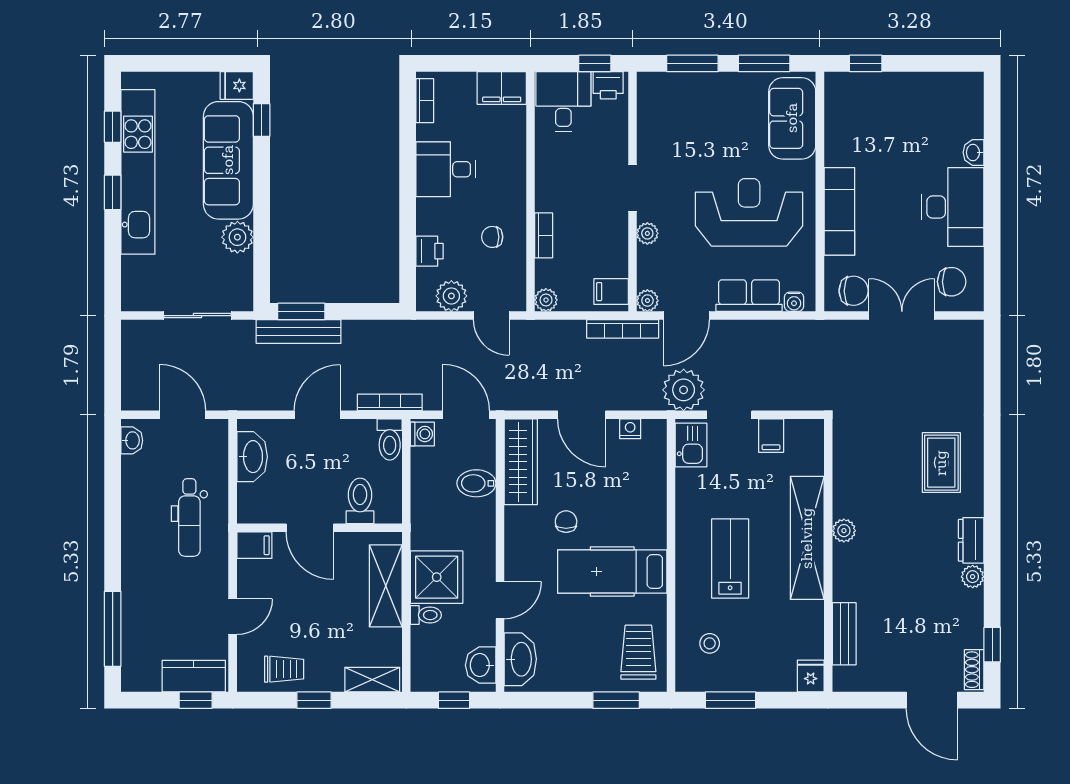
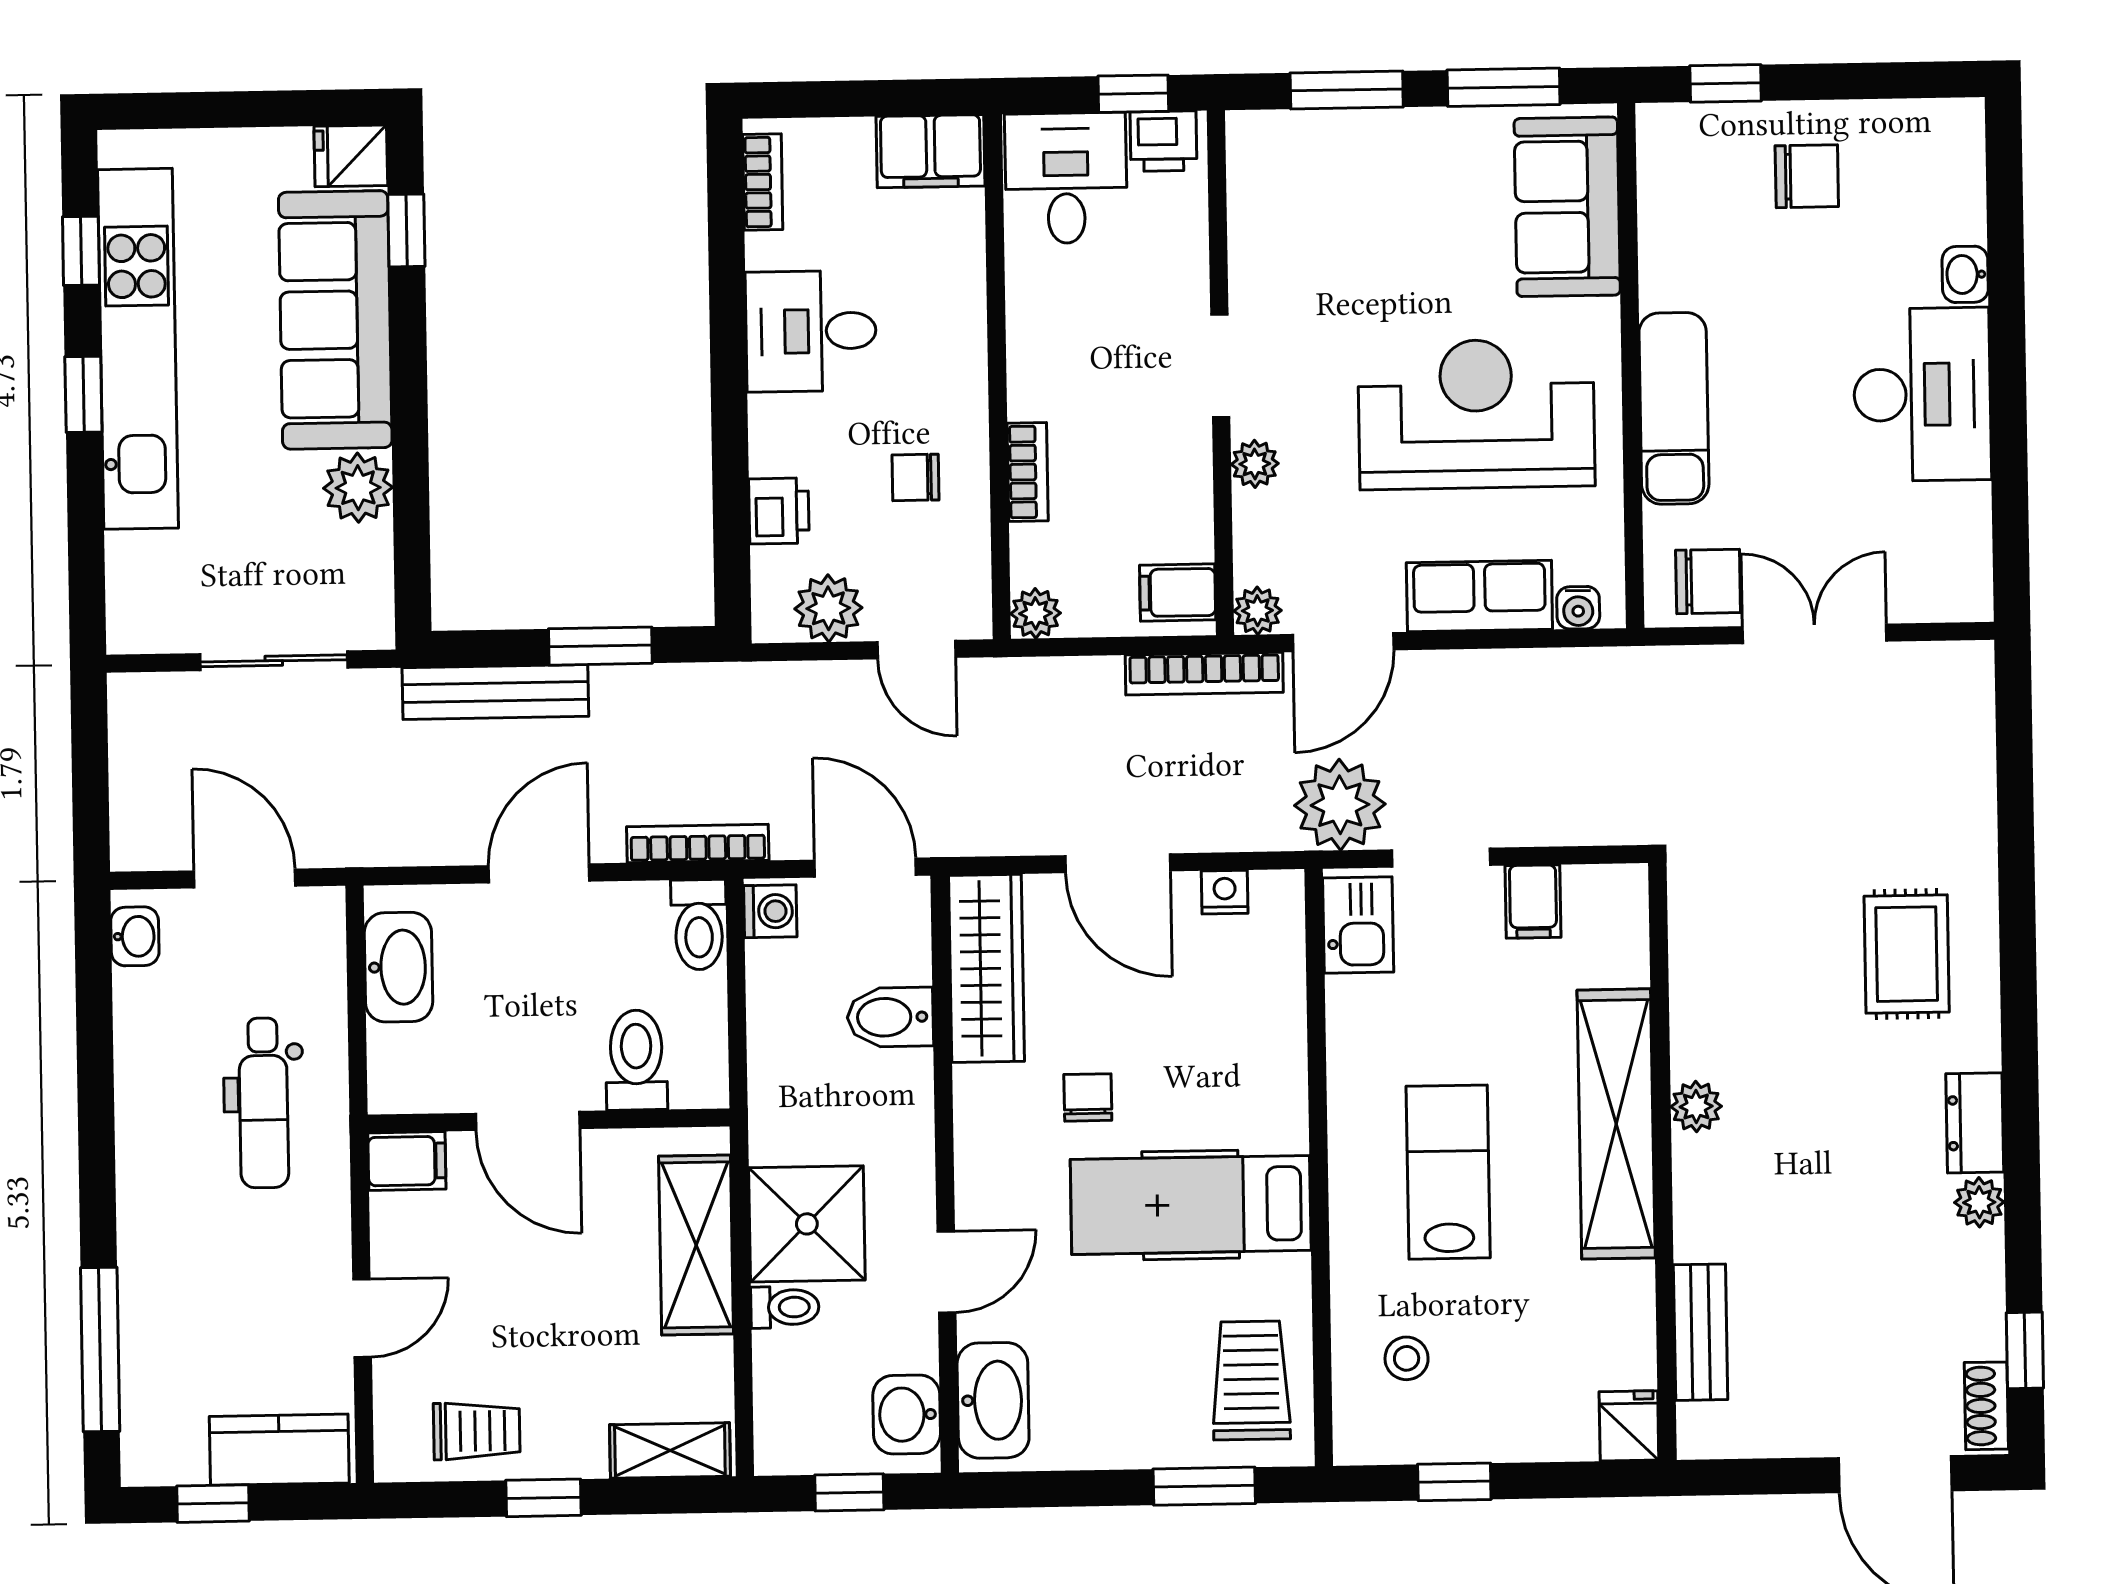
chair: (952, 282) -> (1807, 176), moved
window: (301, 311) -> (600, 646), moved
window: (196, 700) -> (213, 1504), moved
window: (730, 700) -> (1454, 1482), width x0.67

